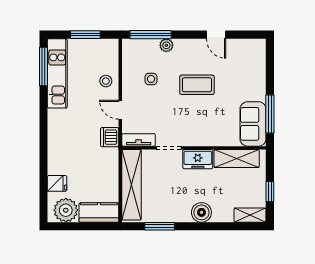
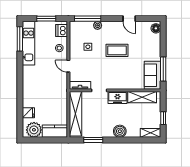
floor lamp: (258, 50) -> (156, 28), added
dishwasher: (110, 137) -> (62, 30), moved

